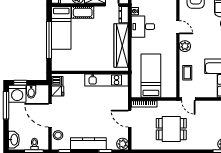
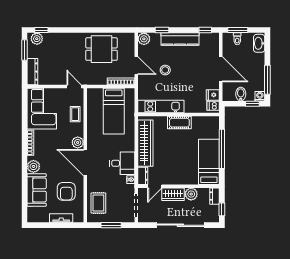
cot: (83, 12) -> (179, 123), moved
door: (178, 27) -> (85, 163), width x1.87
washing machine: (17, 94) -> (260, 96), width x0.53, depth x0.53
dining table: (171, 129) -> (102, 49), moved
stool: (58, 135) -> (165, 70), moved

